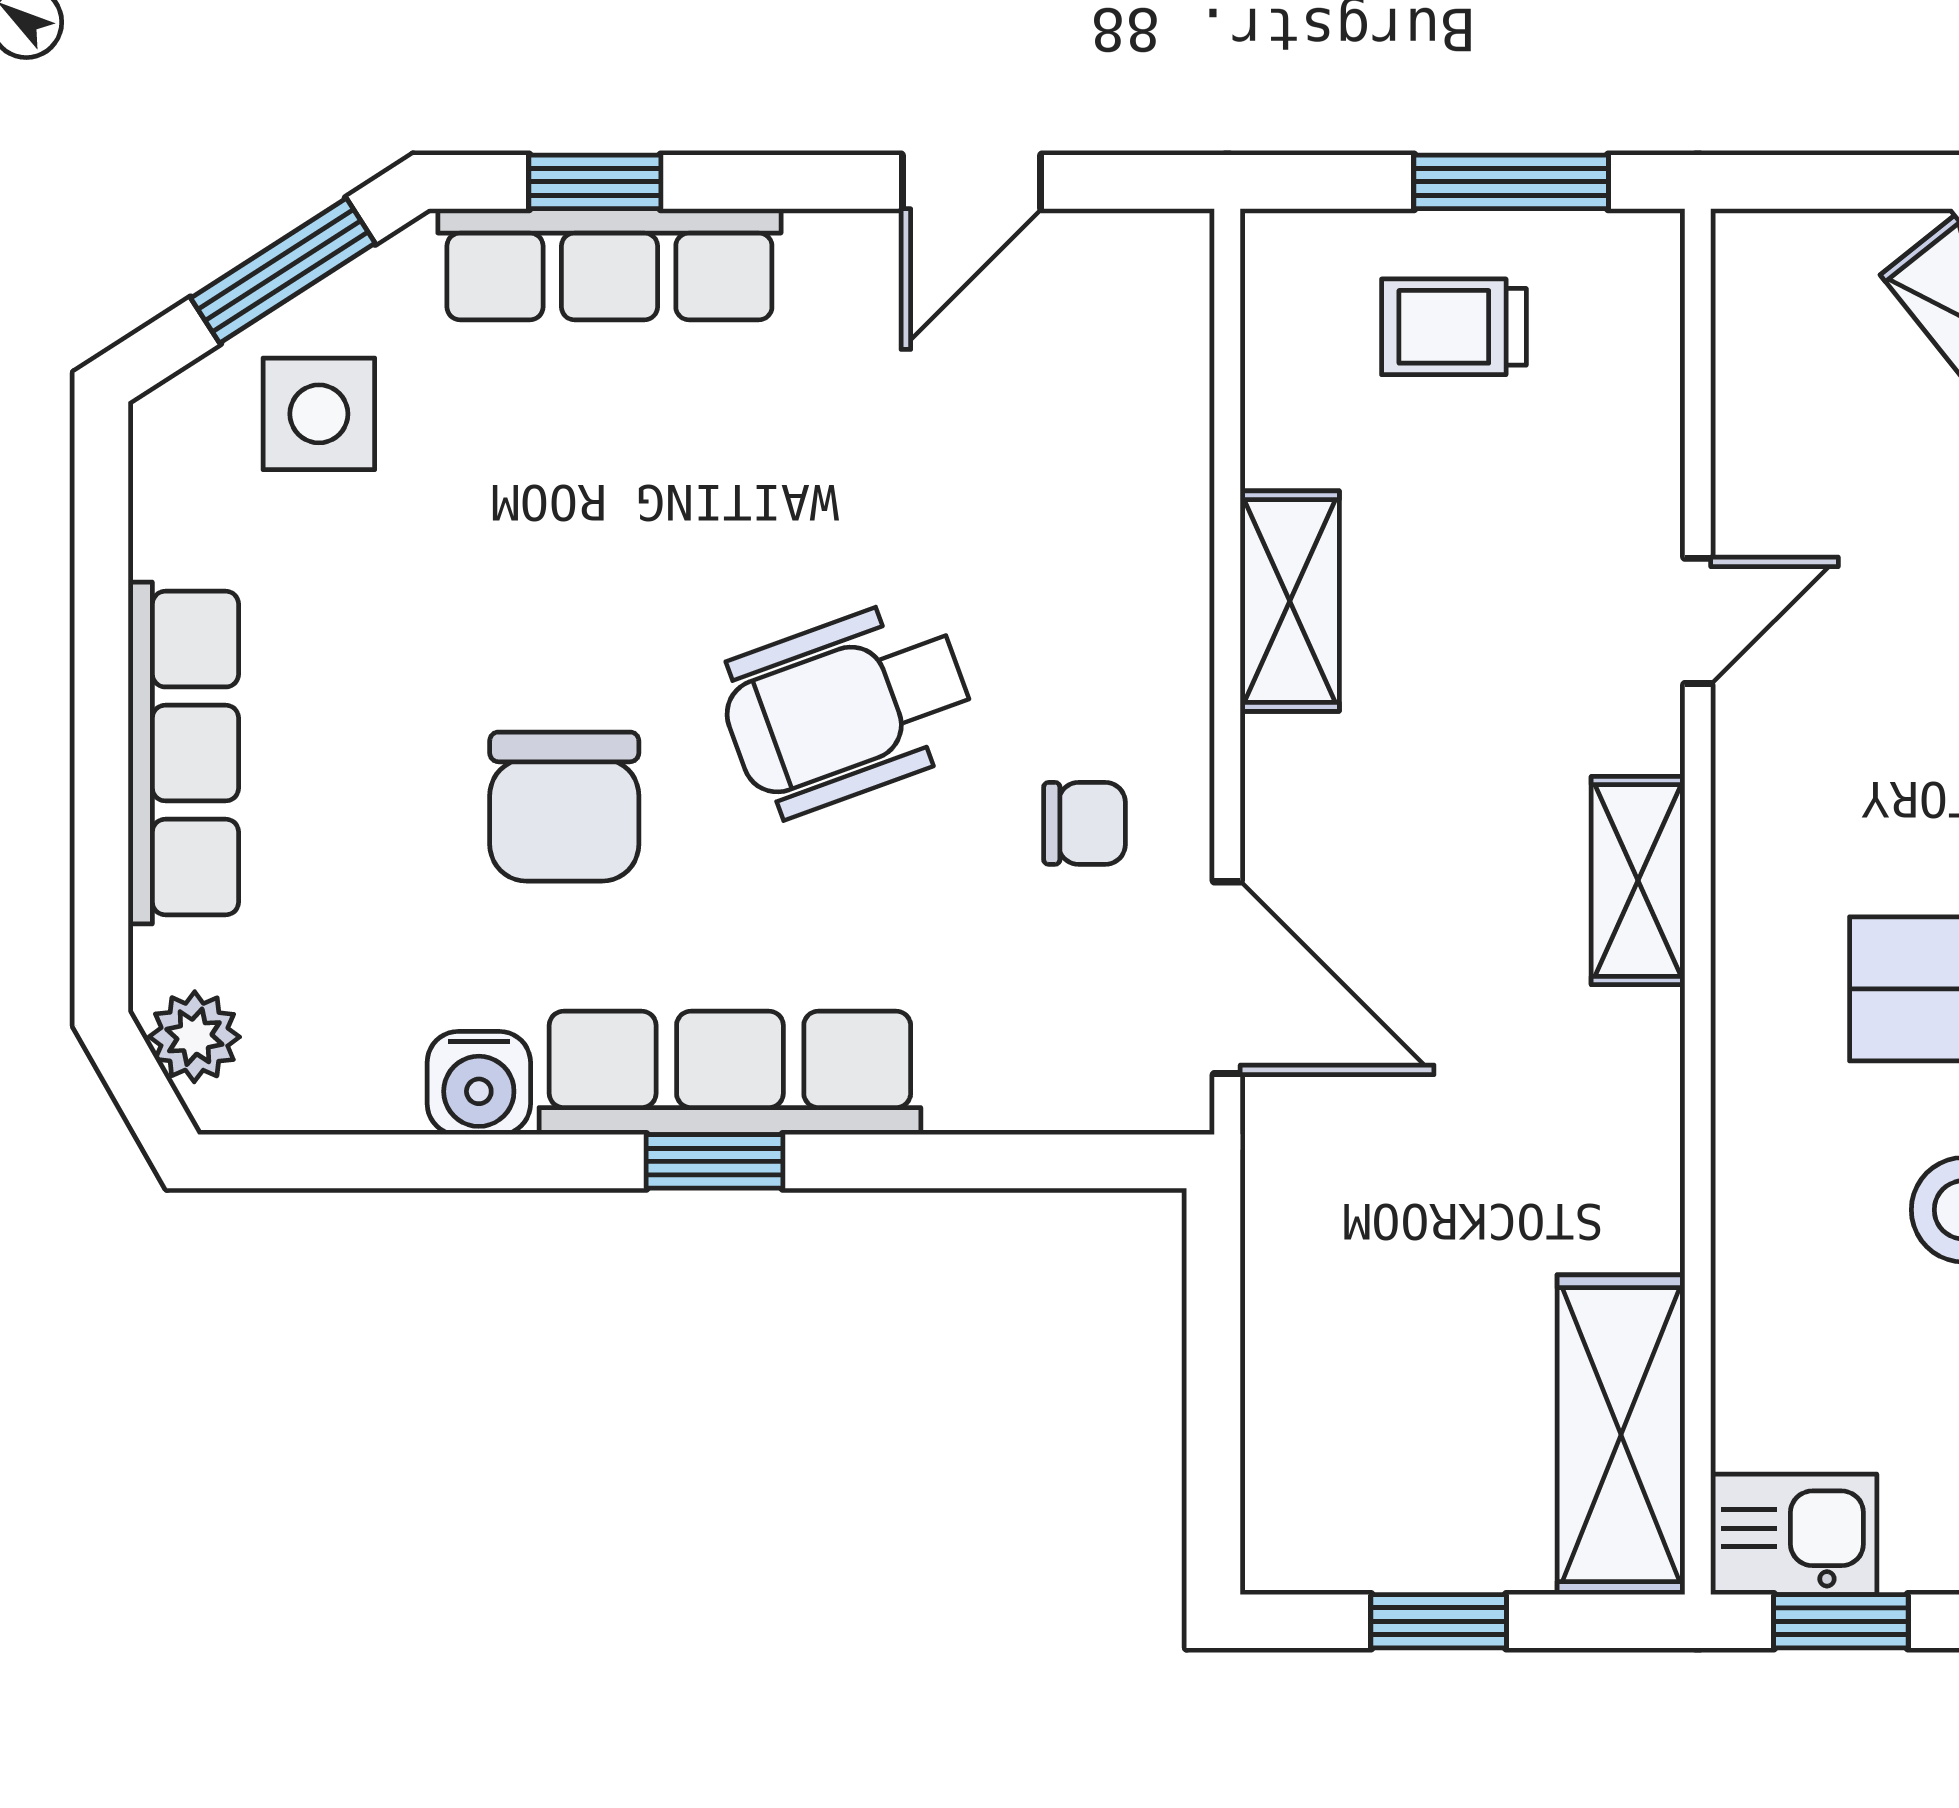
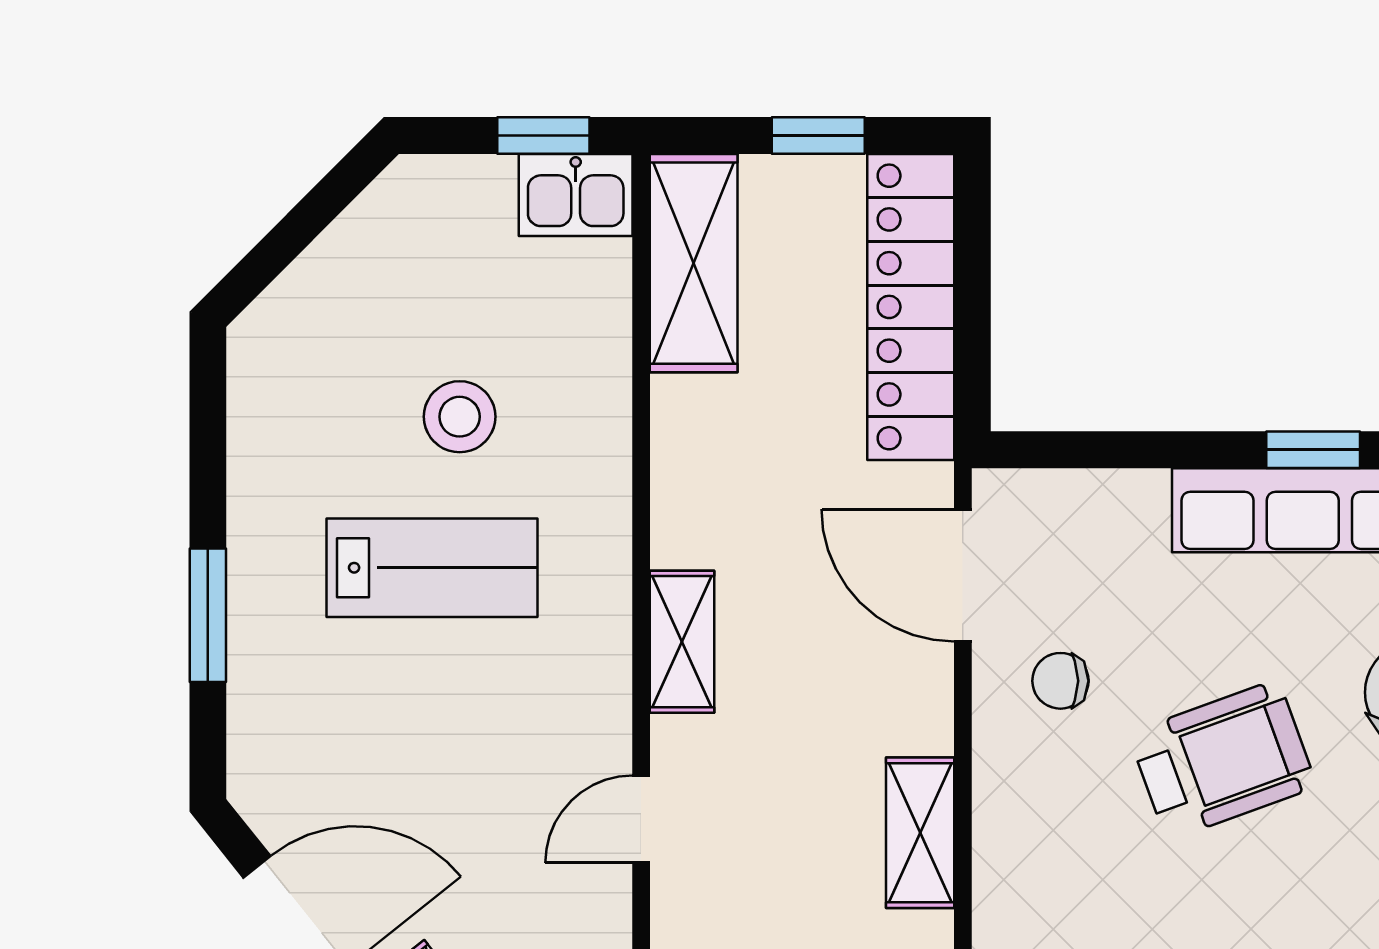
locker: (1304, 1370) -> (911, 307), added

